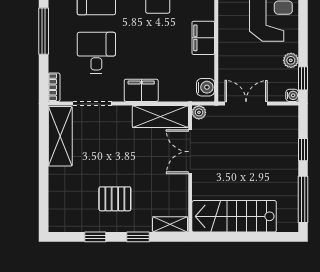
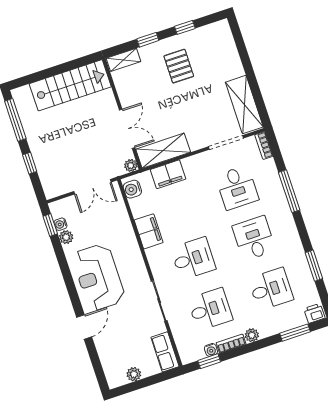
filing cabinet: (141, 90) -> (168, 174), moved
water cooler: (292, 95) -> (61, 224), moved
pallet: (115, 199) -> (179, 66), turned 90

